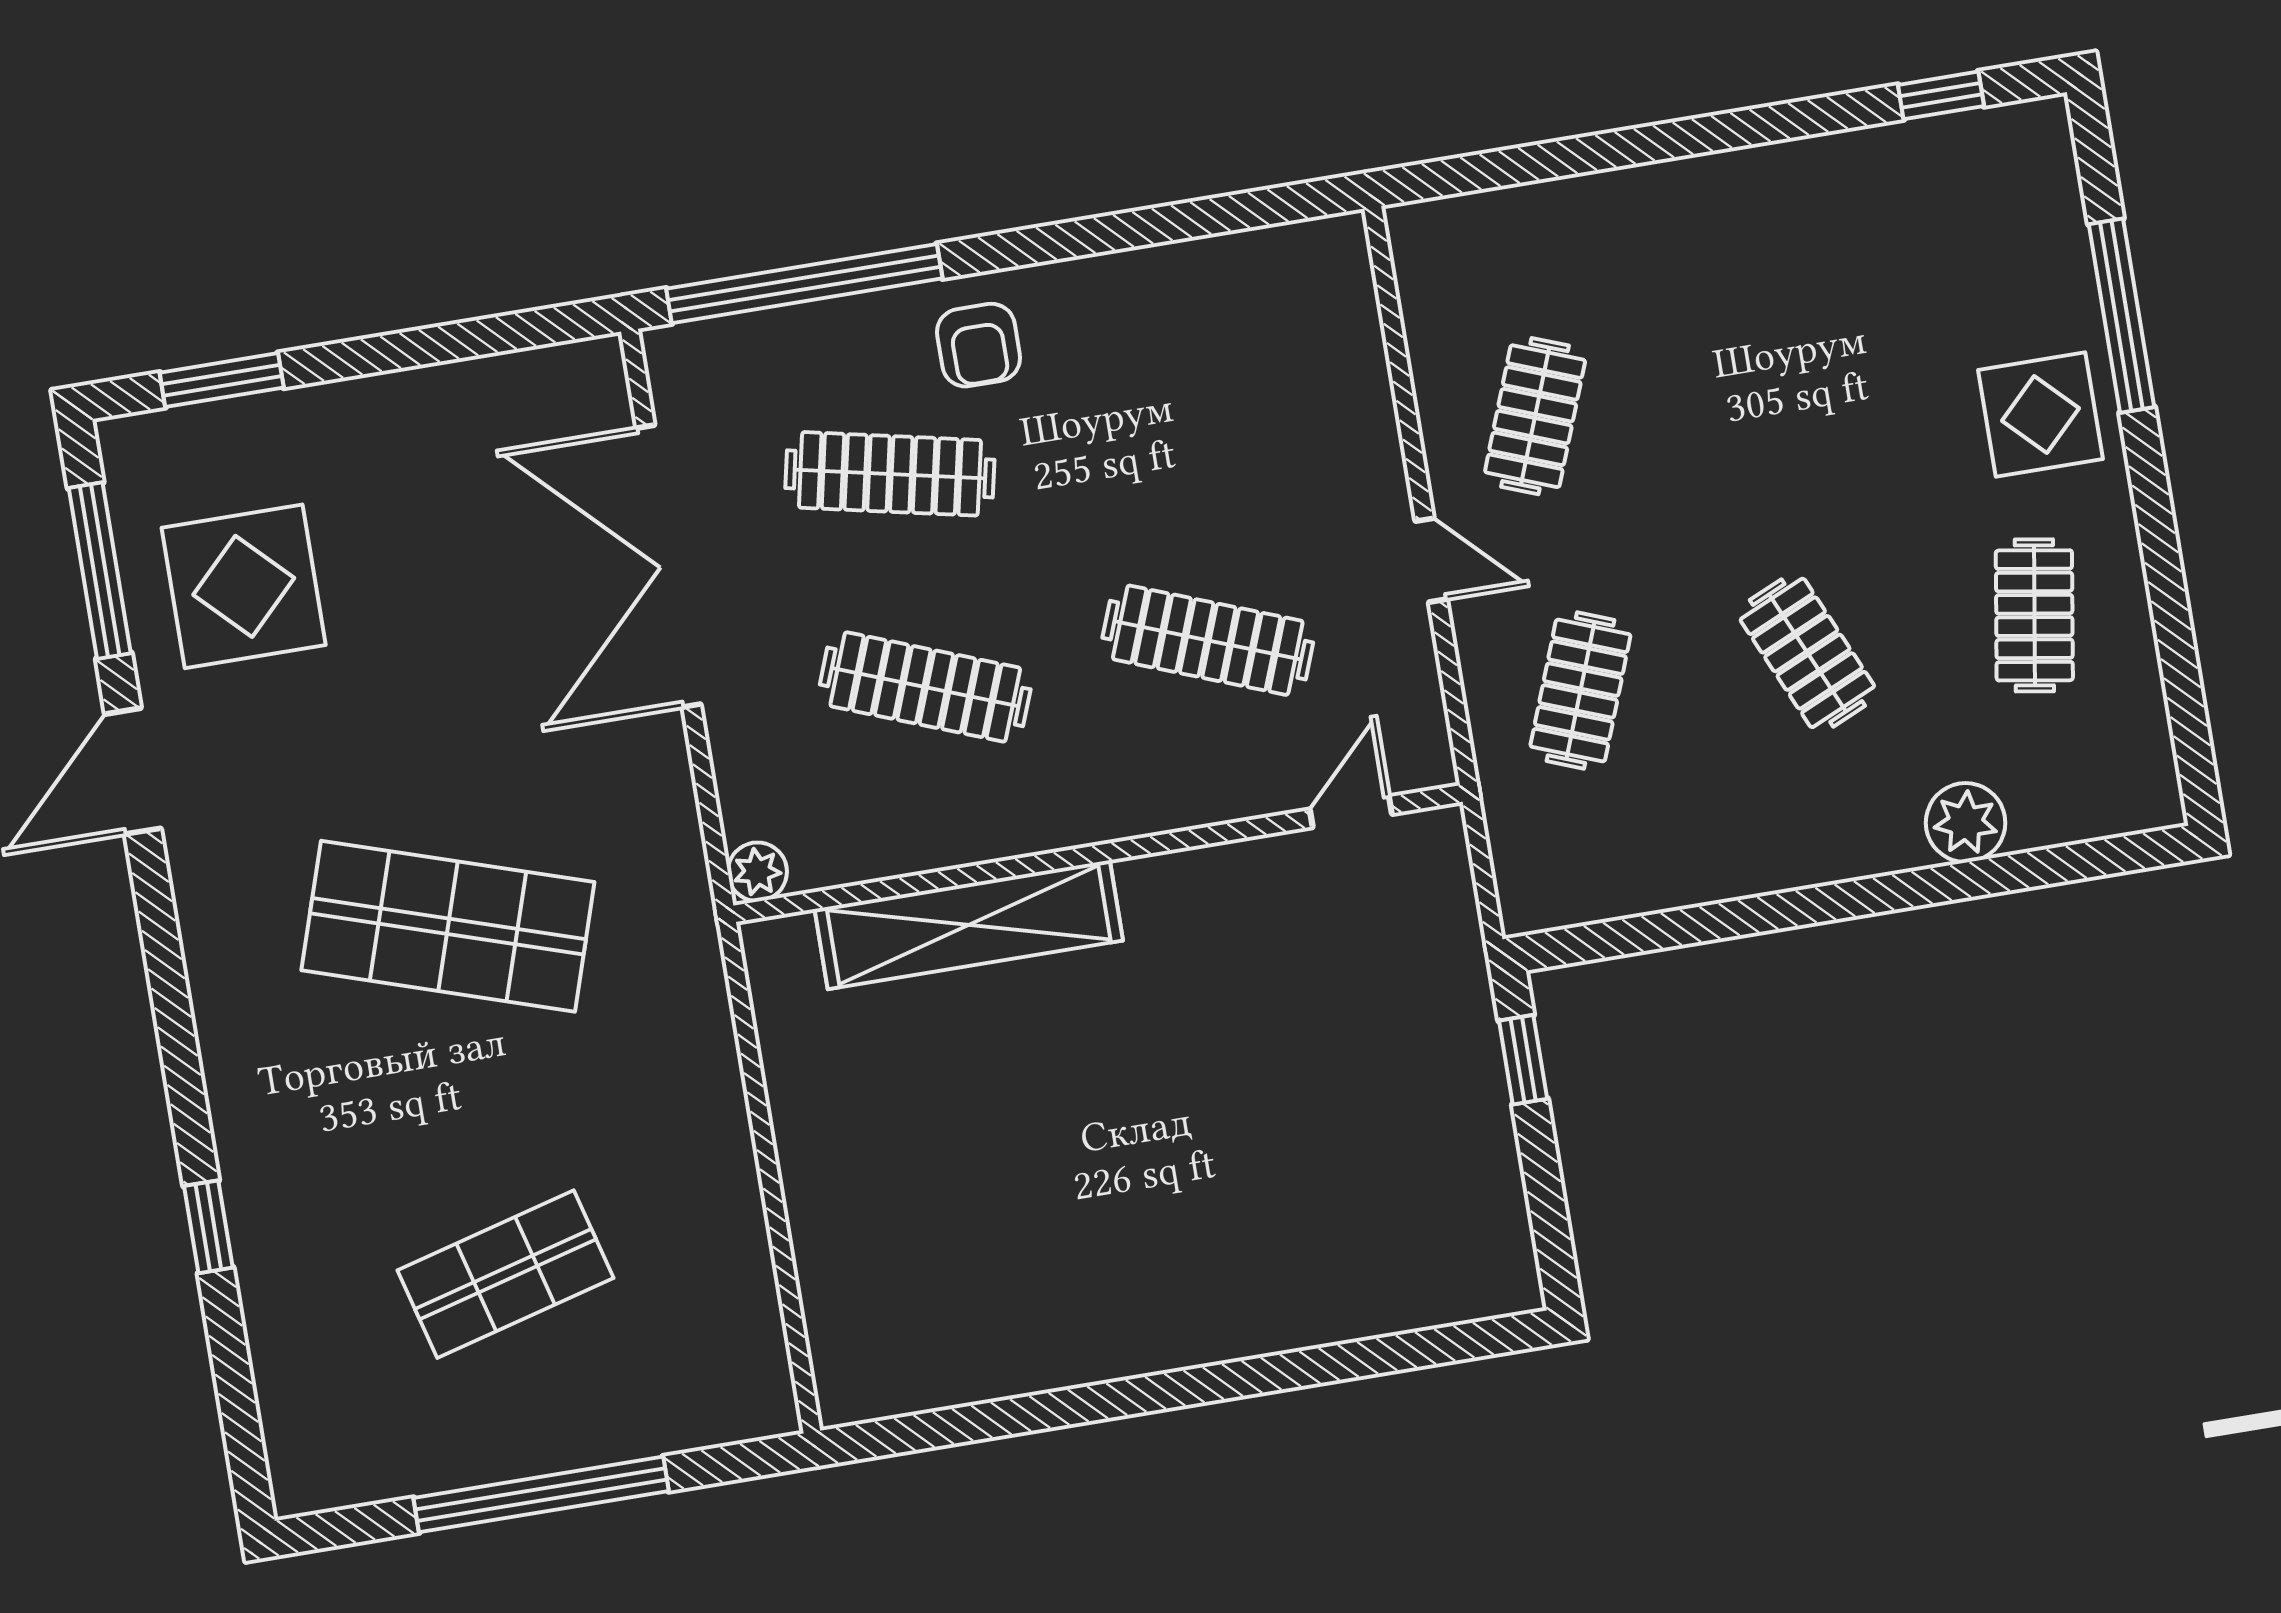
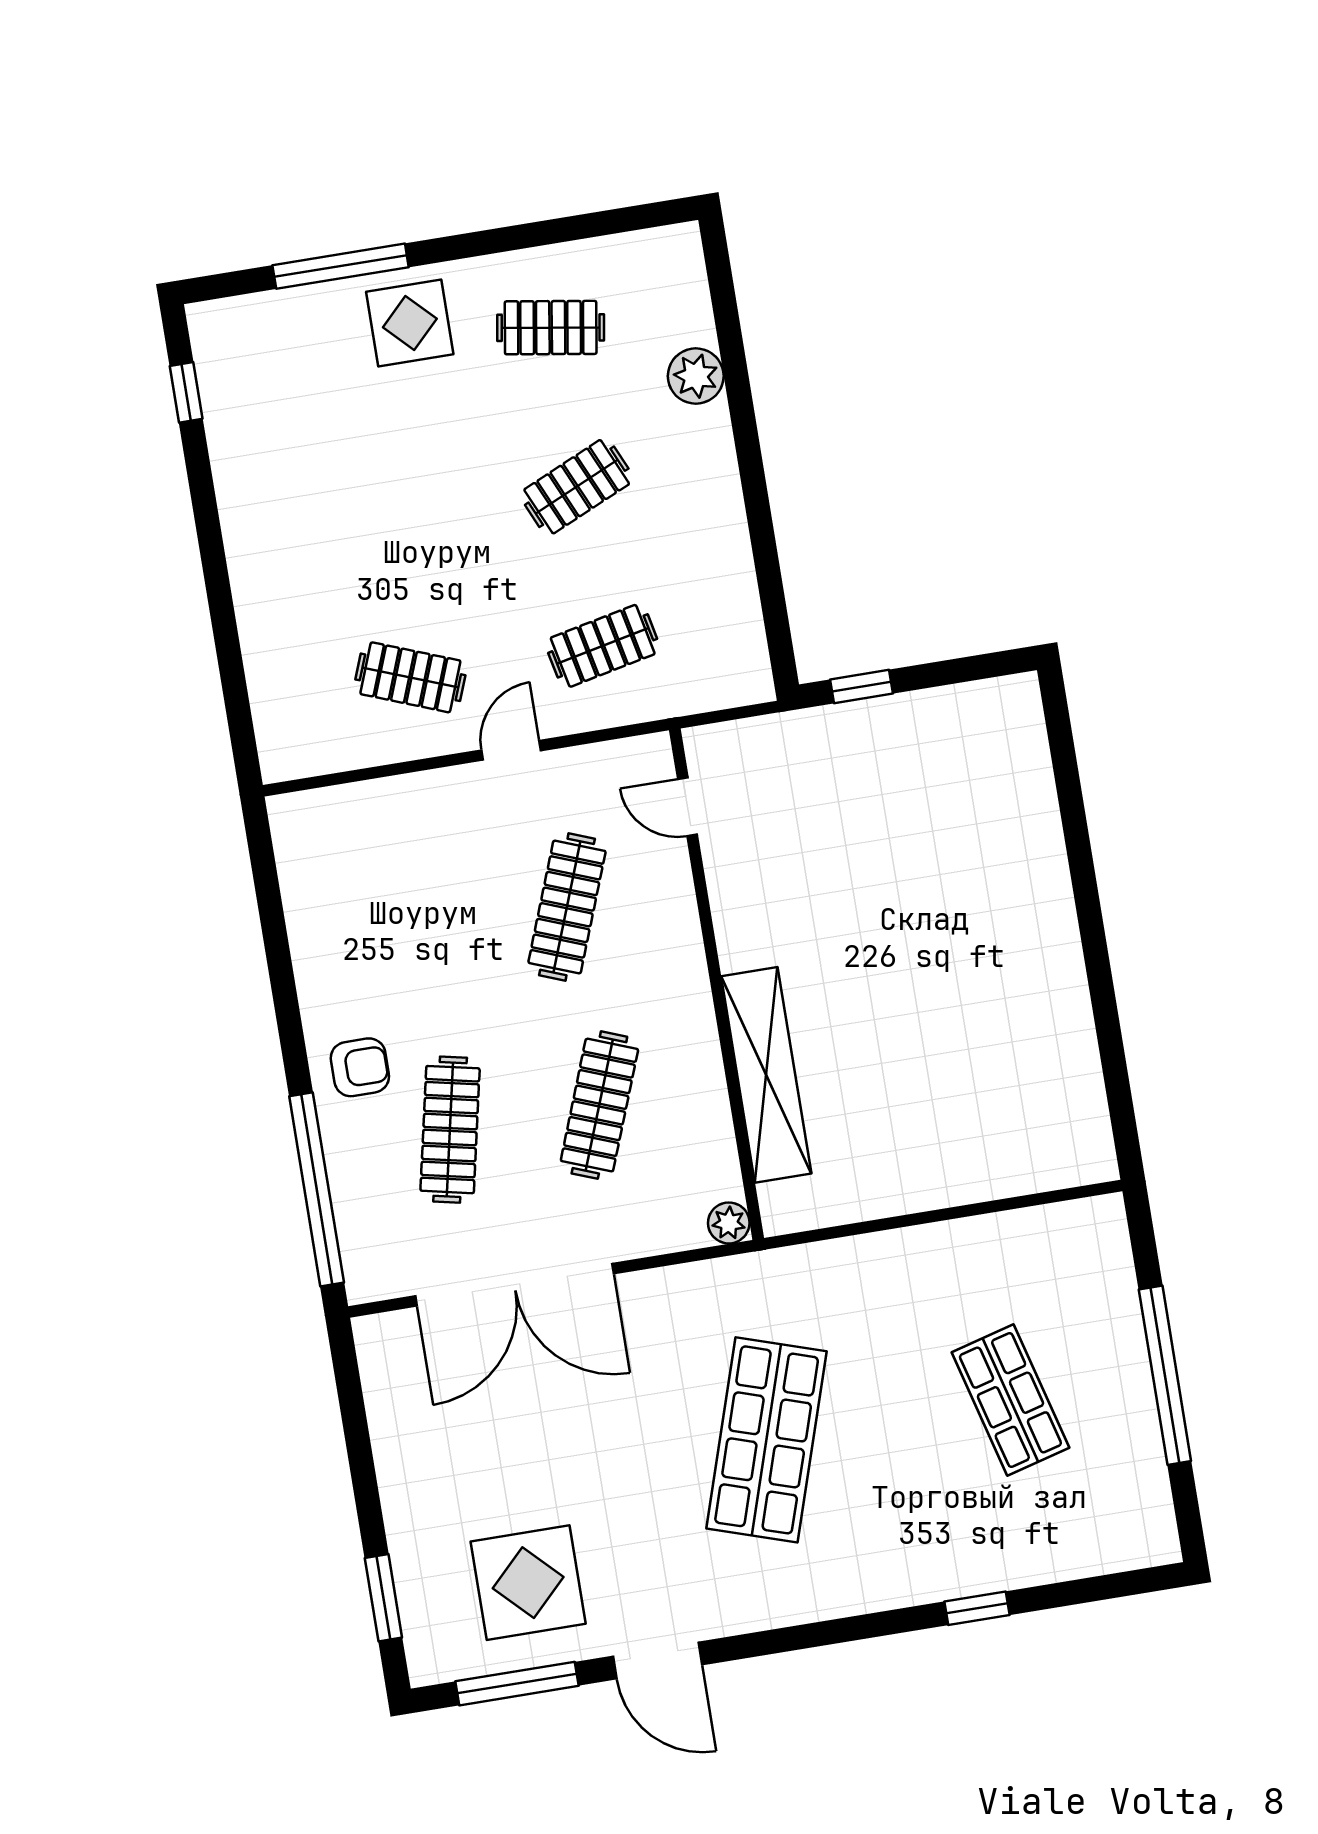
clothes rail: (1580, 691) -> (603, 646), turned -33

